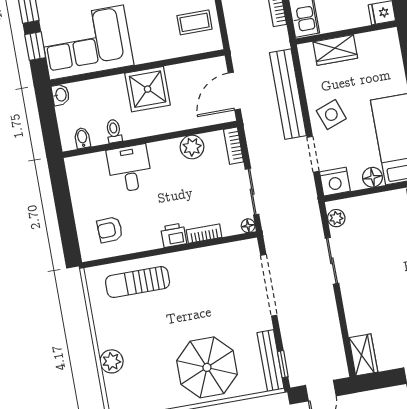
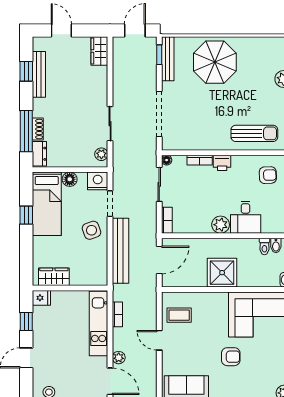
wardrobe: (335, 50) -> (54, 277), moved
toilet: (114, 131) -> (264, 246), moved
plant: (192, 147) -> (221, 225), moved

